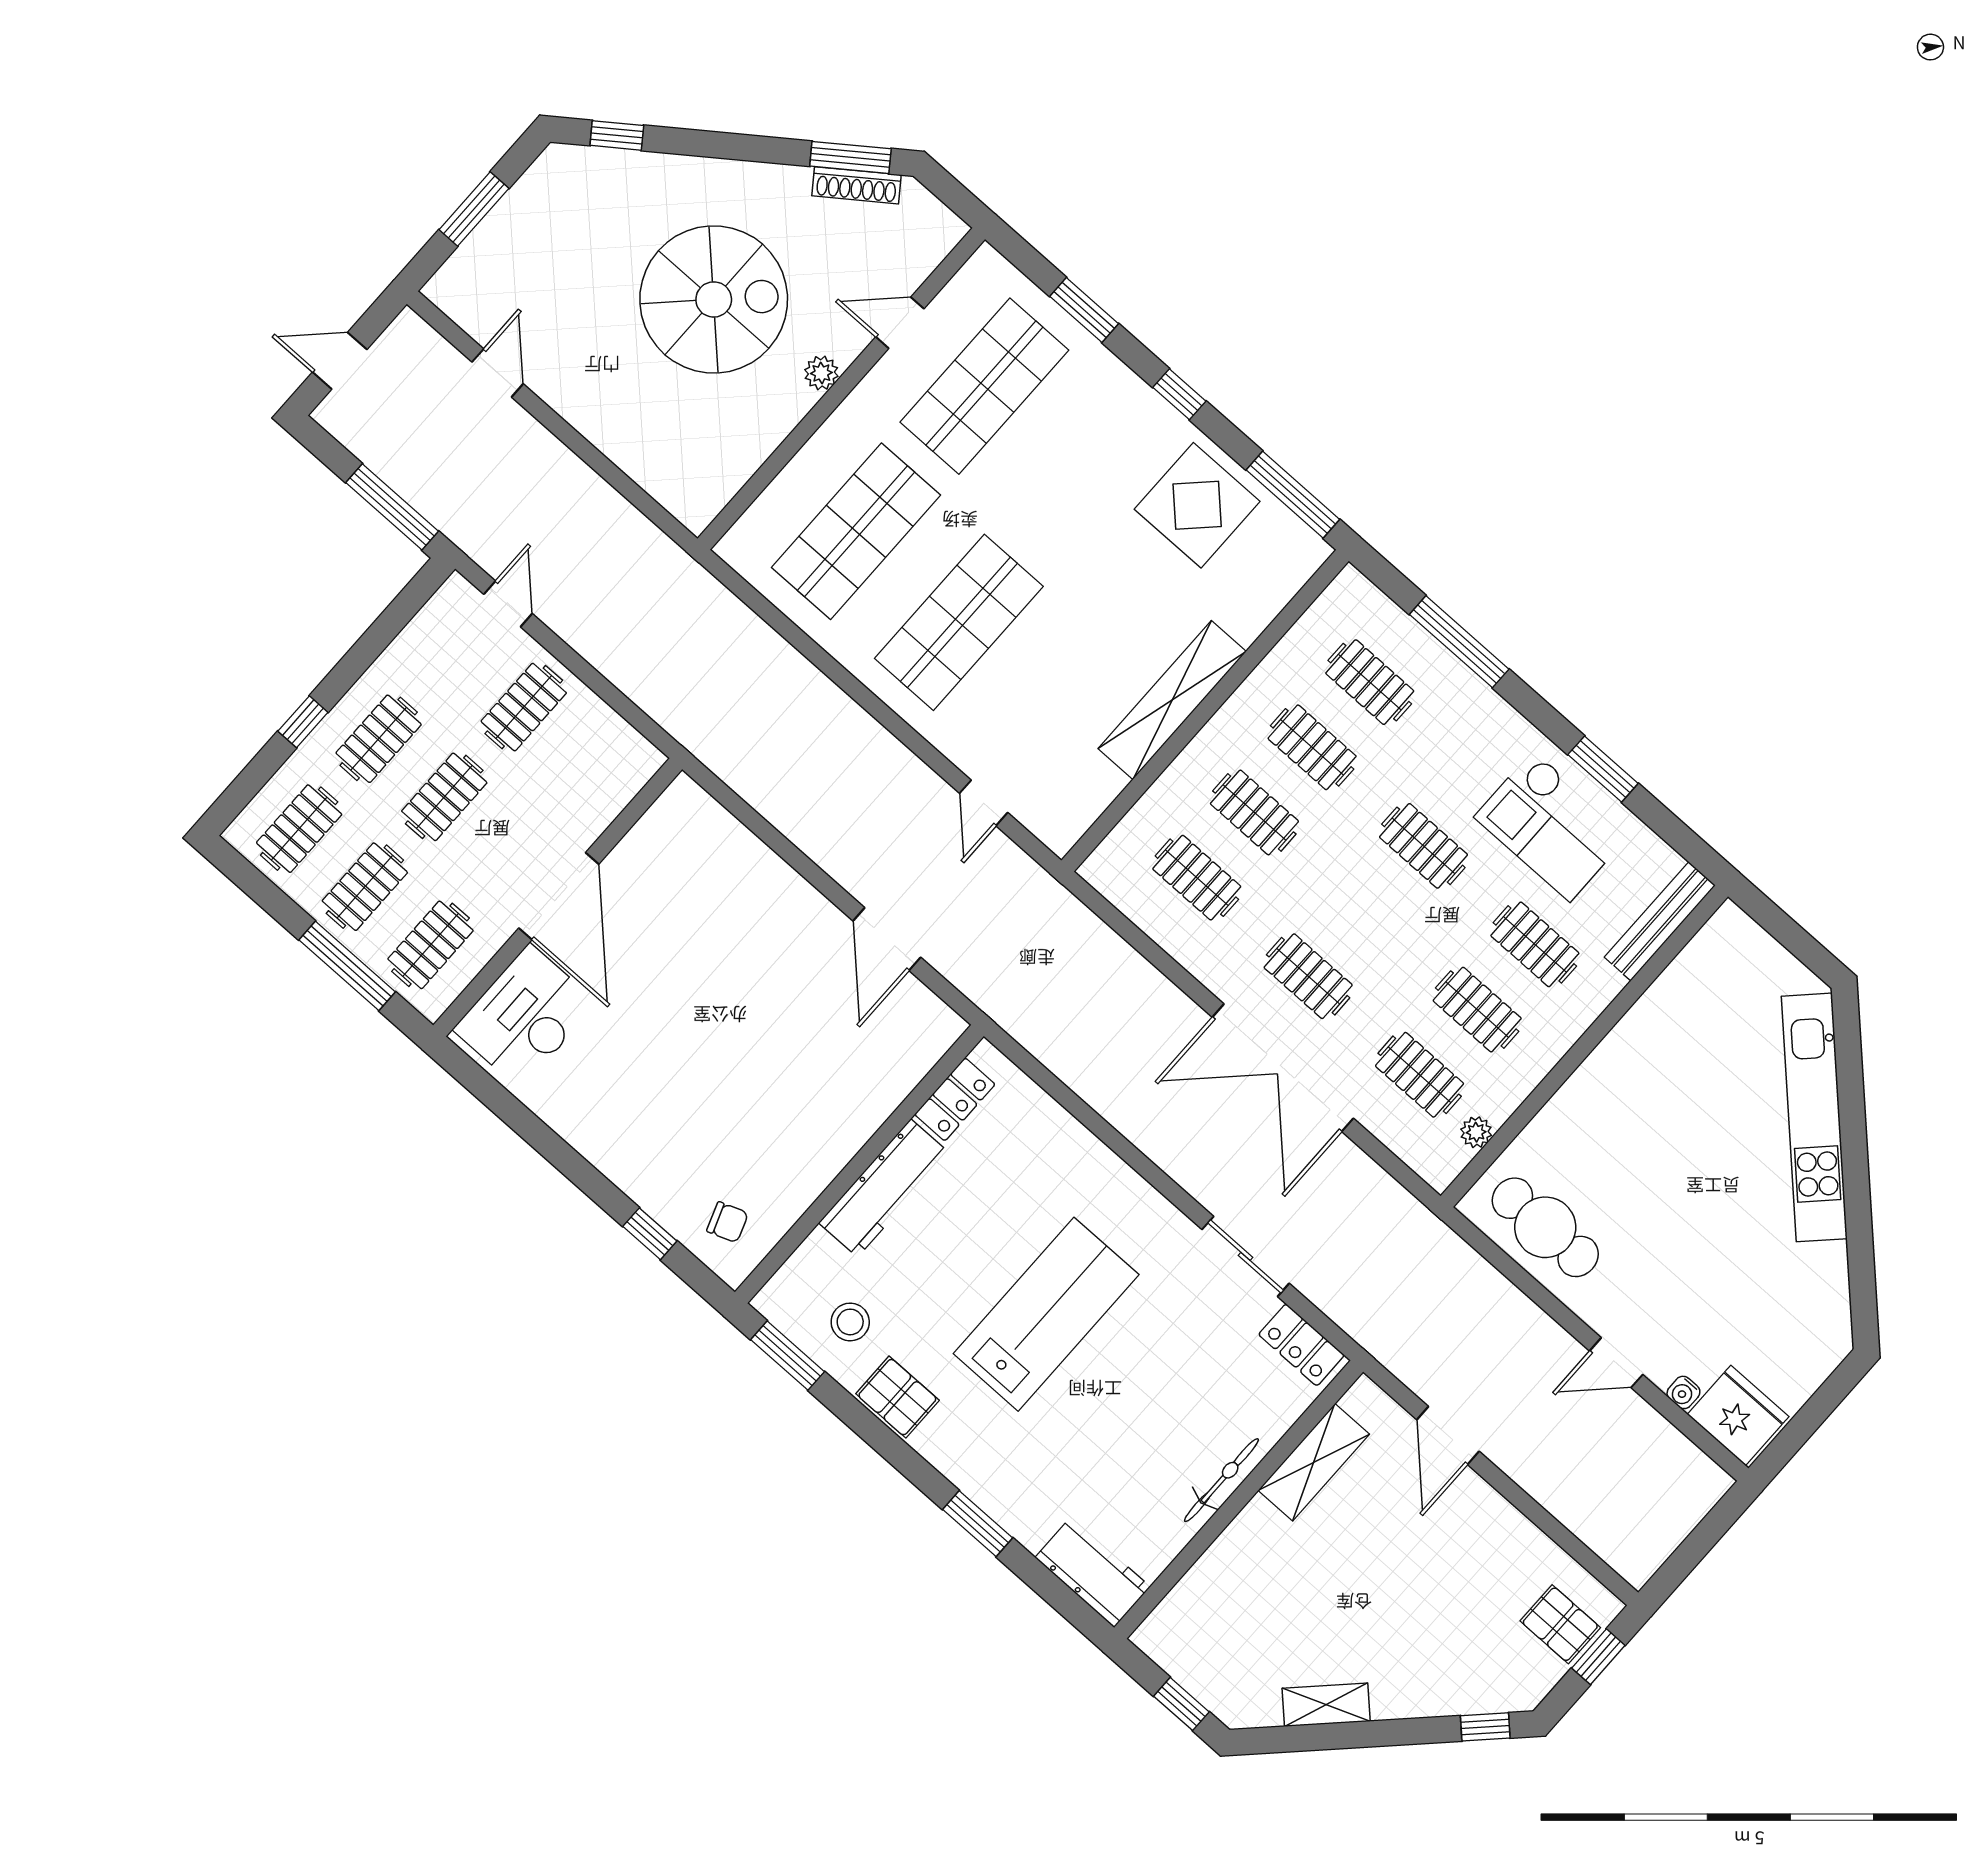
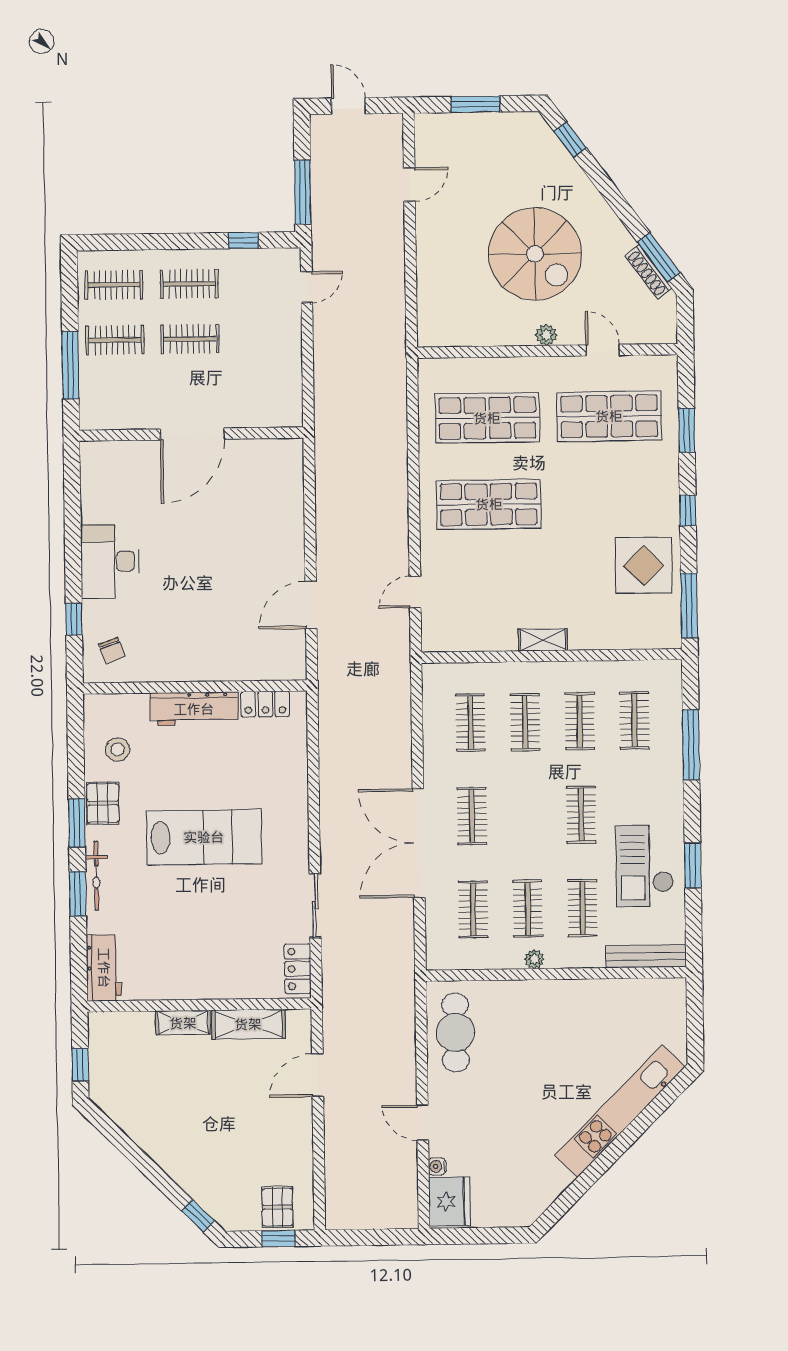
shelving: (1172, 700) -> (543, 640), width x0.45, depth x0.75
clothes rail: (524, 707) -> (265, 338), removed
window: (303, 722) -> (243, 240), moved
clothes rail: (431, 945) -> (115, 395), removed
desk: (525, 1016) -> (110, 561), moved, turned -90
plant: (1476, 1132) -> (534, 959), moved
window: (788, 1356) -> (77, 823), moved
bicycle: (1221, 1480) -> (96, 876), moved, turned 90
shelving: (1326, 1705) -> (183, 1023), moved, turned -45

